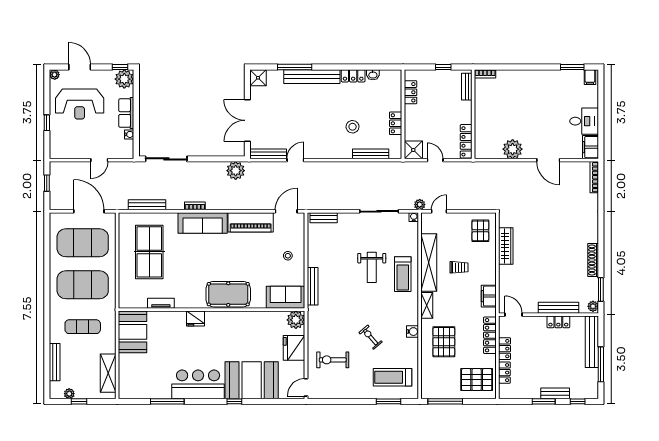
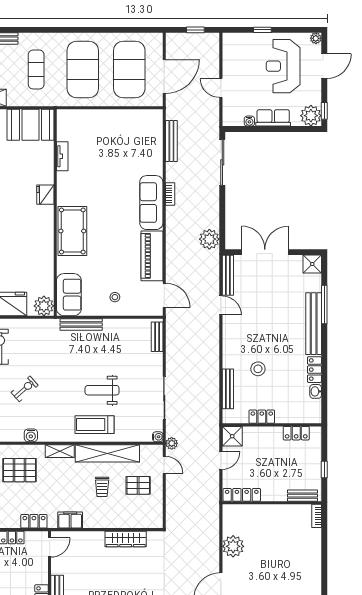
pallet: (480, 231) -> (138, 485), moved
table tennis table: (149, 252) -> (119, 143), removed
locker: (490, 335) -> (34, 521), width x0.66

